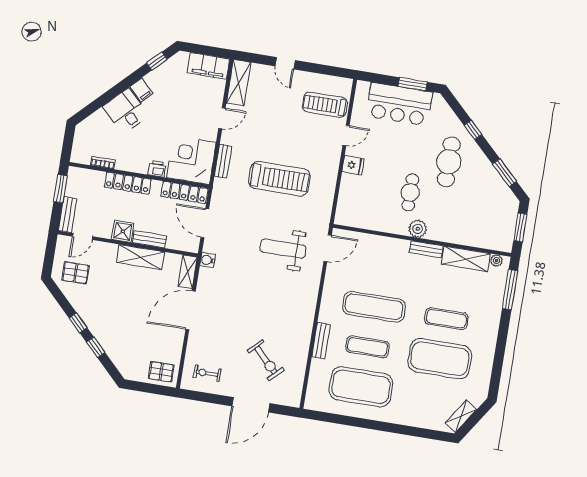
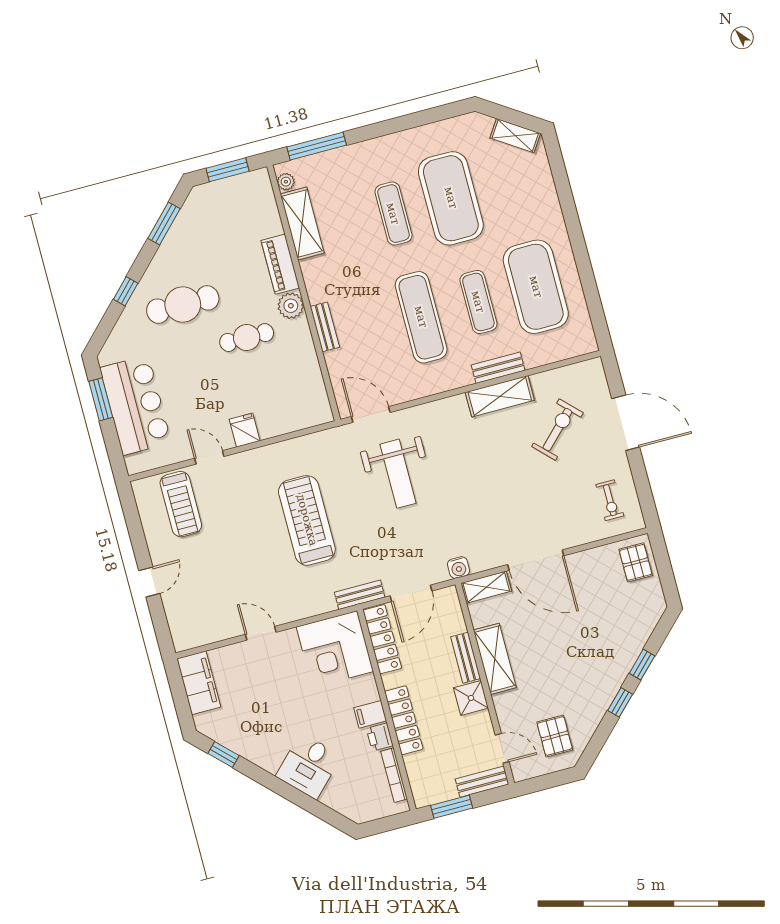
shelving: (239, 83) -> (500, 396), moved
filing cabinet: (141, 90) -> (370, 714), moved, turned -135
bench: (223, 161) -> (360, 595), moved
bookcase: (103, 163) -> (394, 775), width x1.56
printer: (157, 169) -> (380, 737), moved
piano: (447, 234) -> (280, 264), added
bench: (426, 249) -> (325, 327), moved

